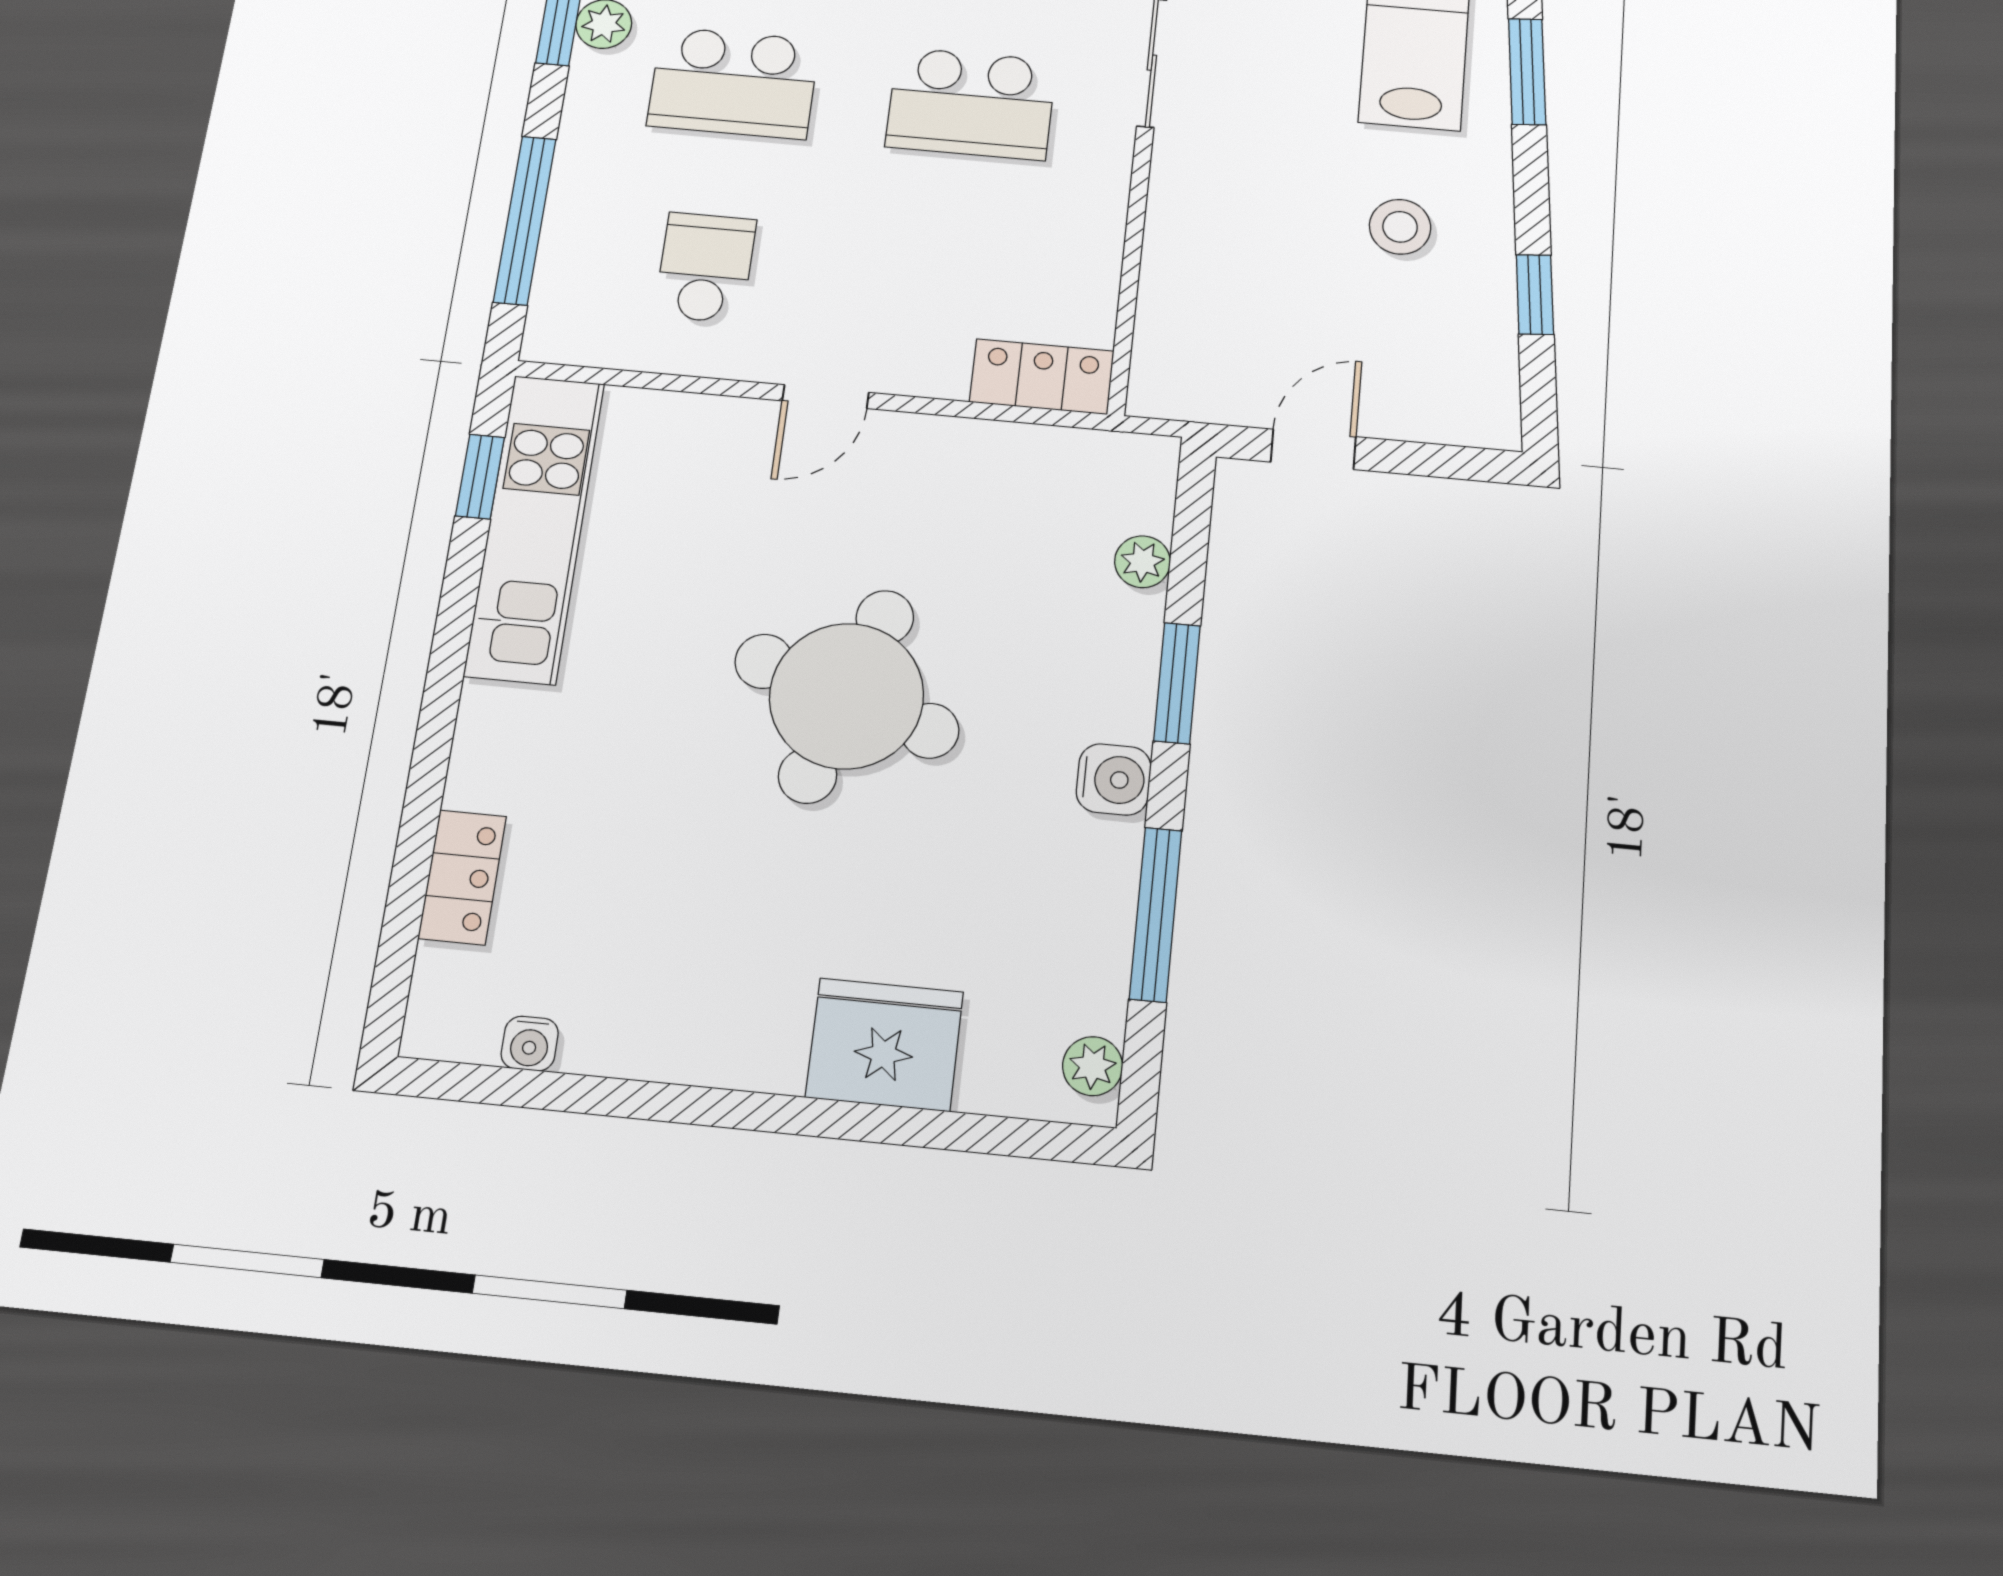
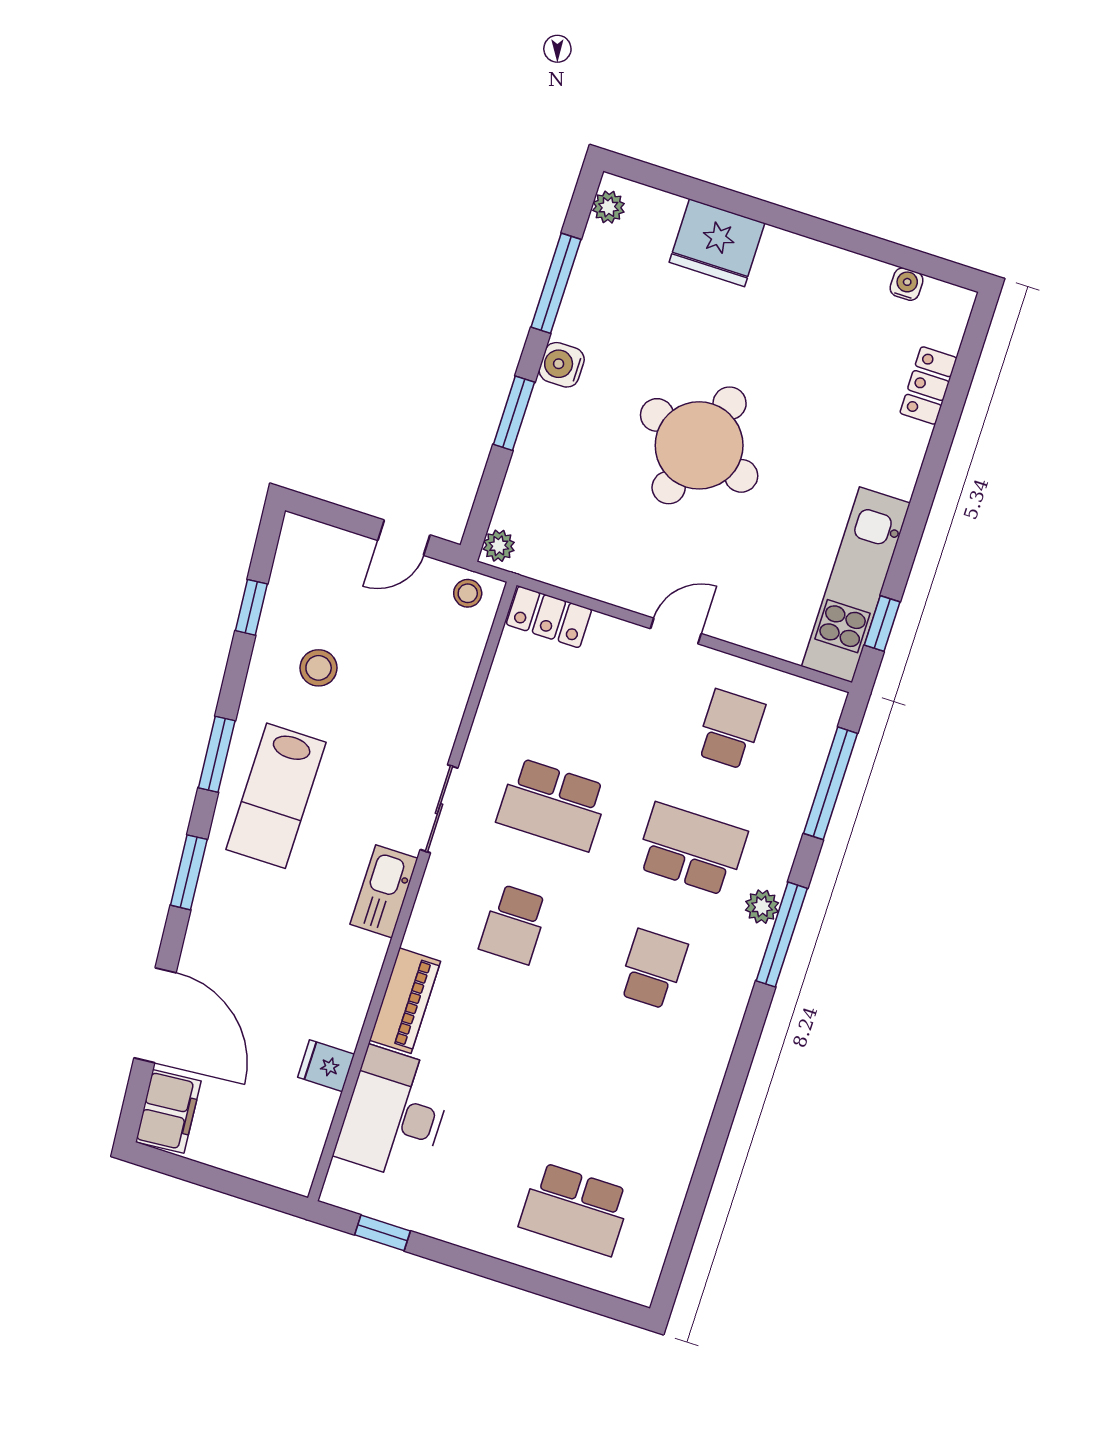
school desk: (971, 104) -> (553, 804), turned 180
school desk: (705, 268) -> (730, 729), turned 180
stool: (1185, 386) -> (468, 593), added
plant: (1142, 562) -> (499, 546), moved

